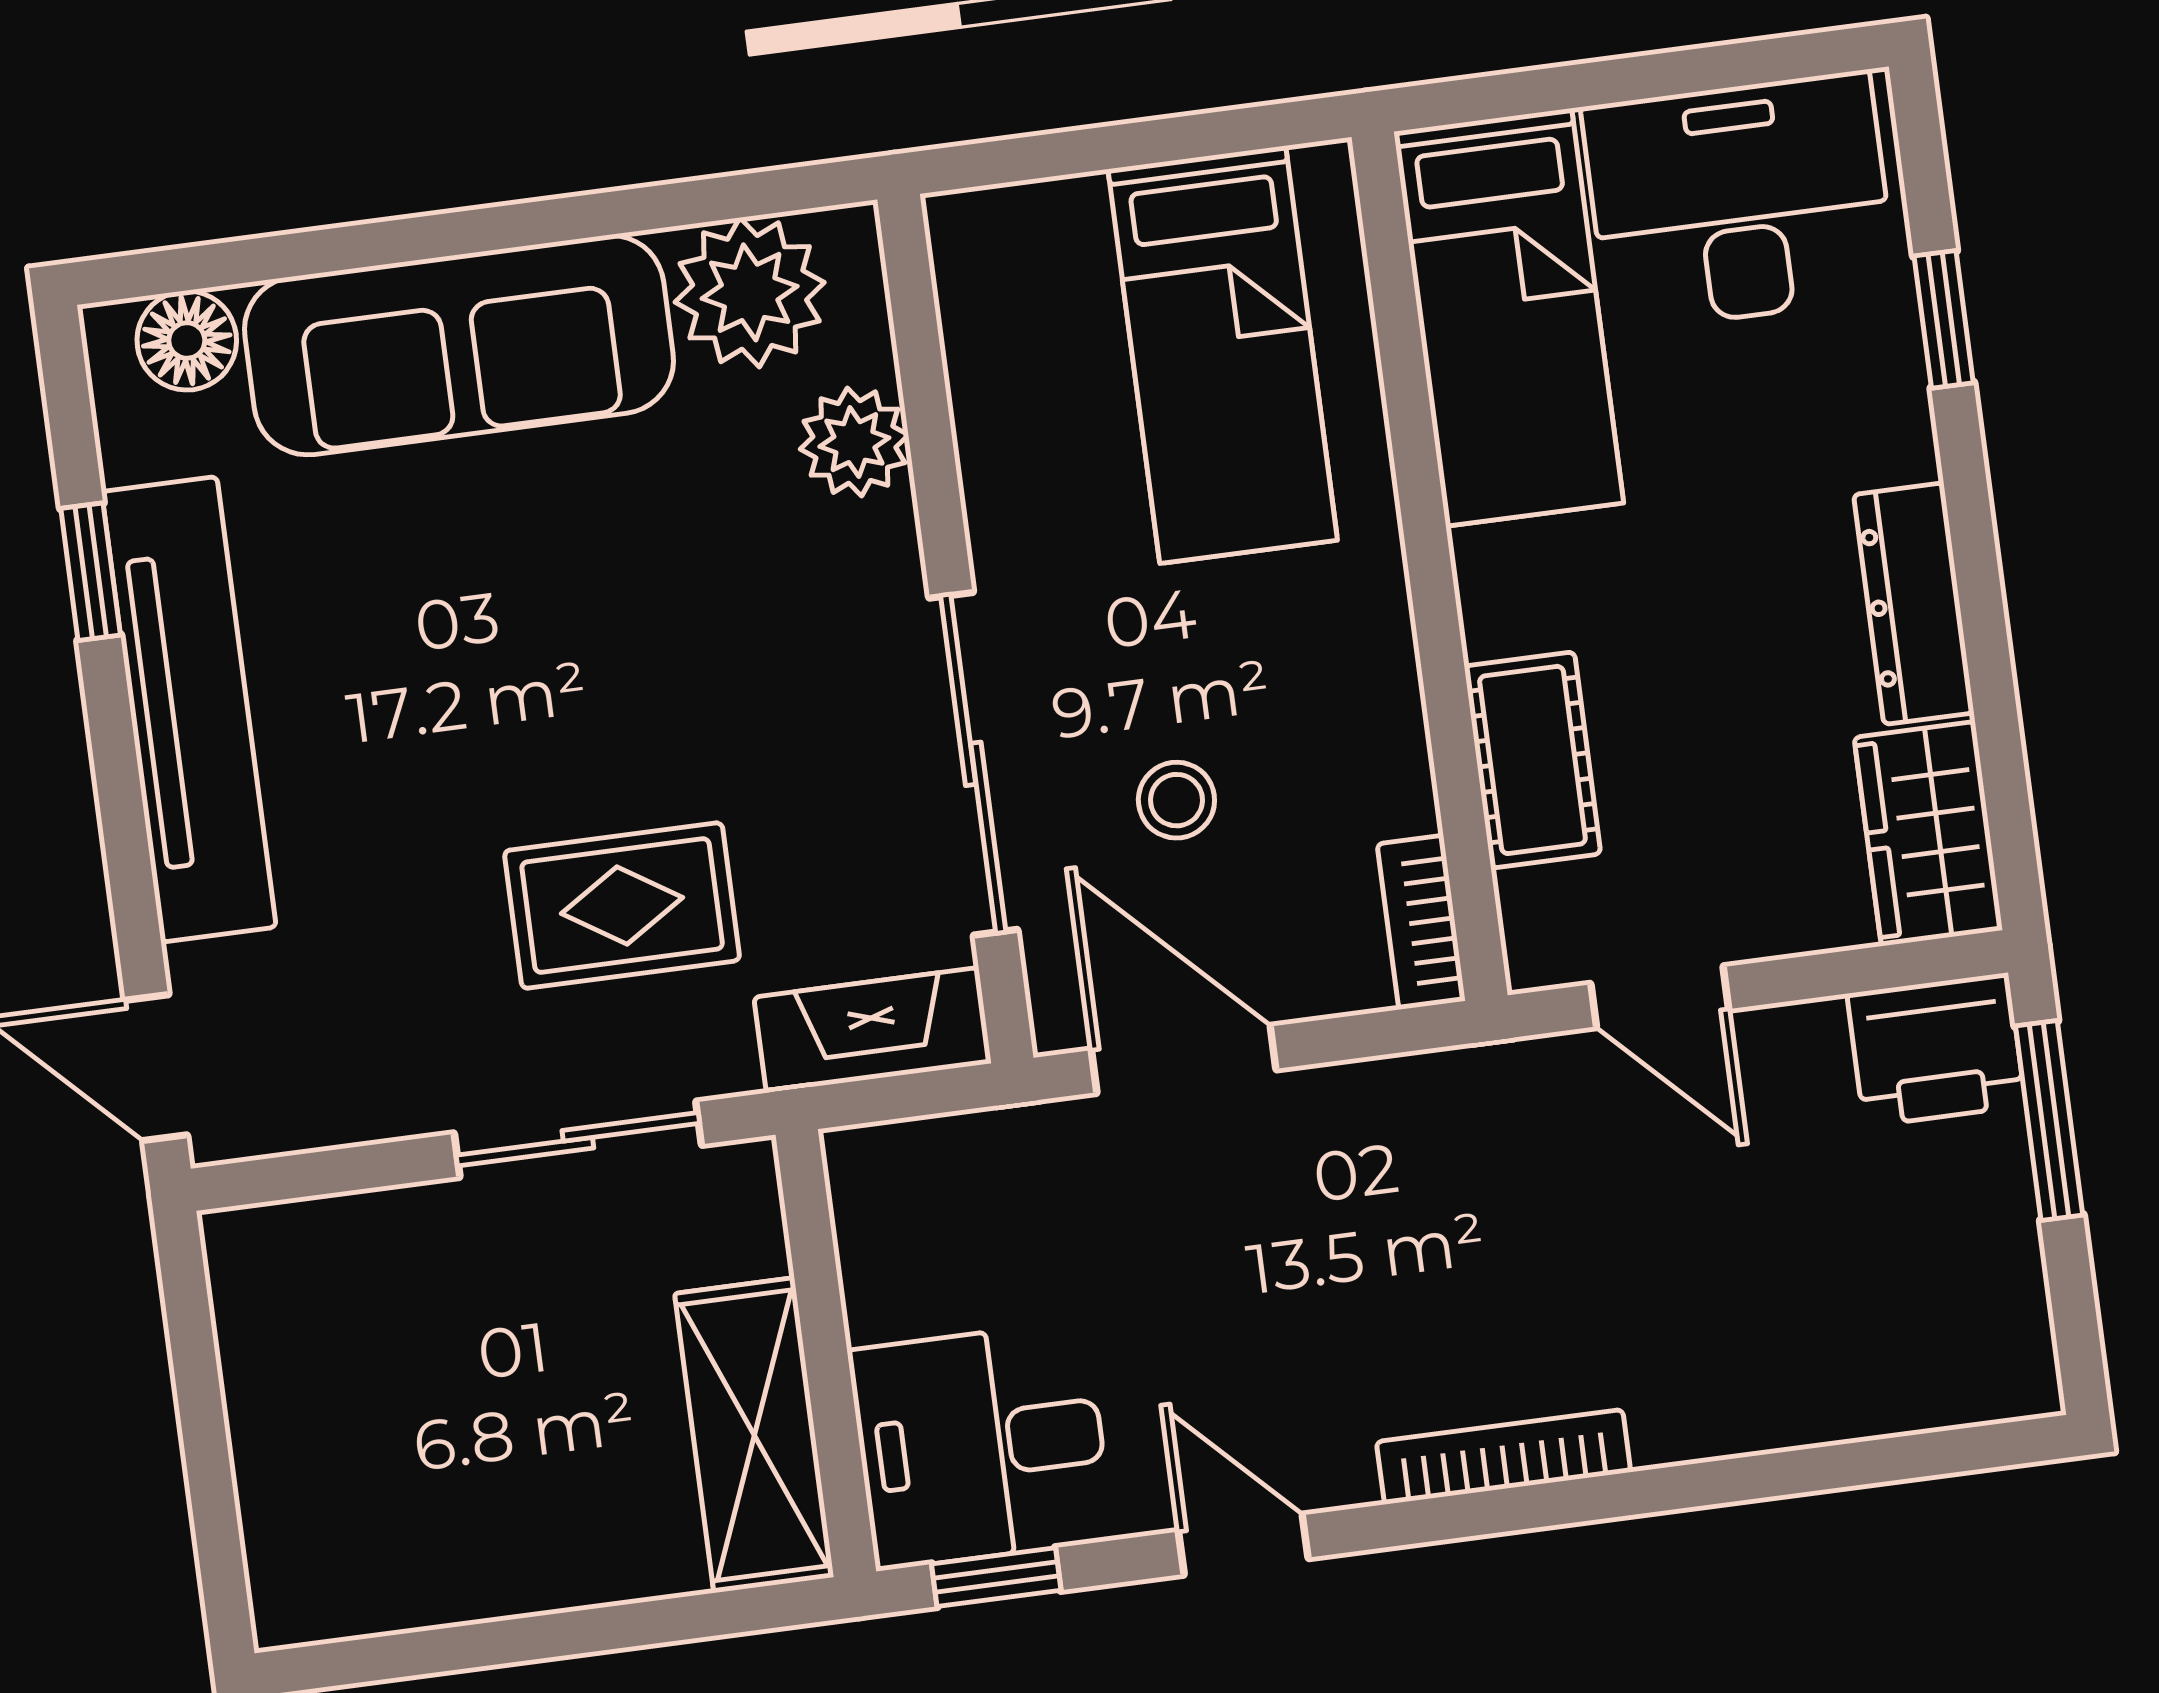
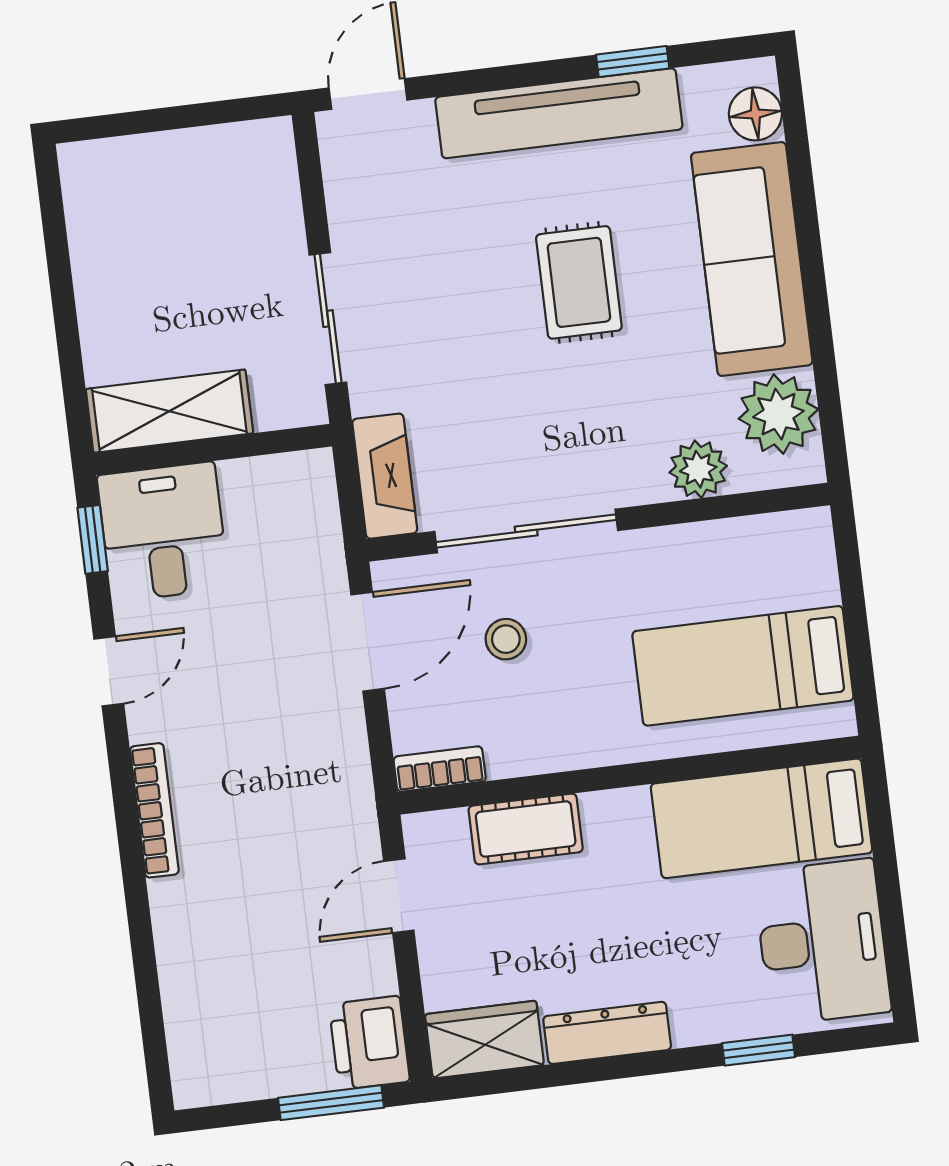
rug: (622, 906) -> (579, 282), moved

